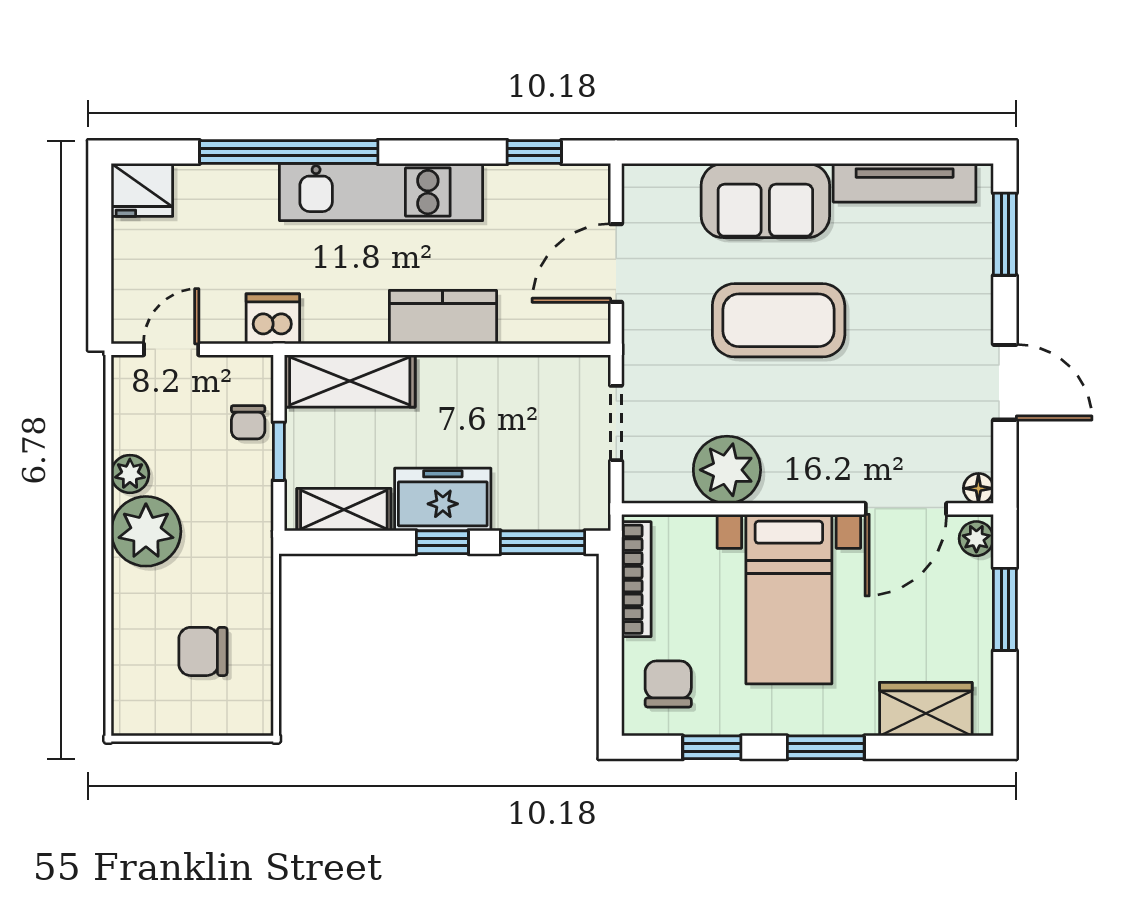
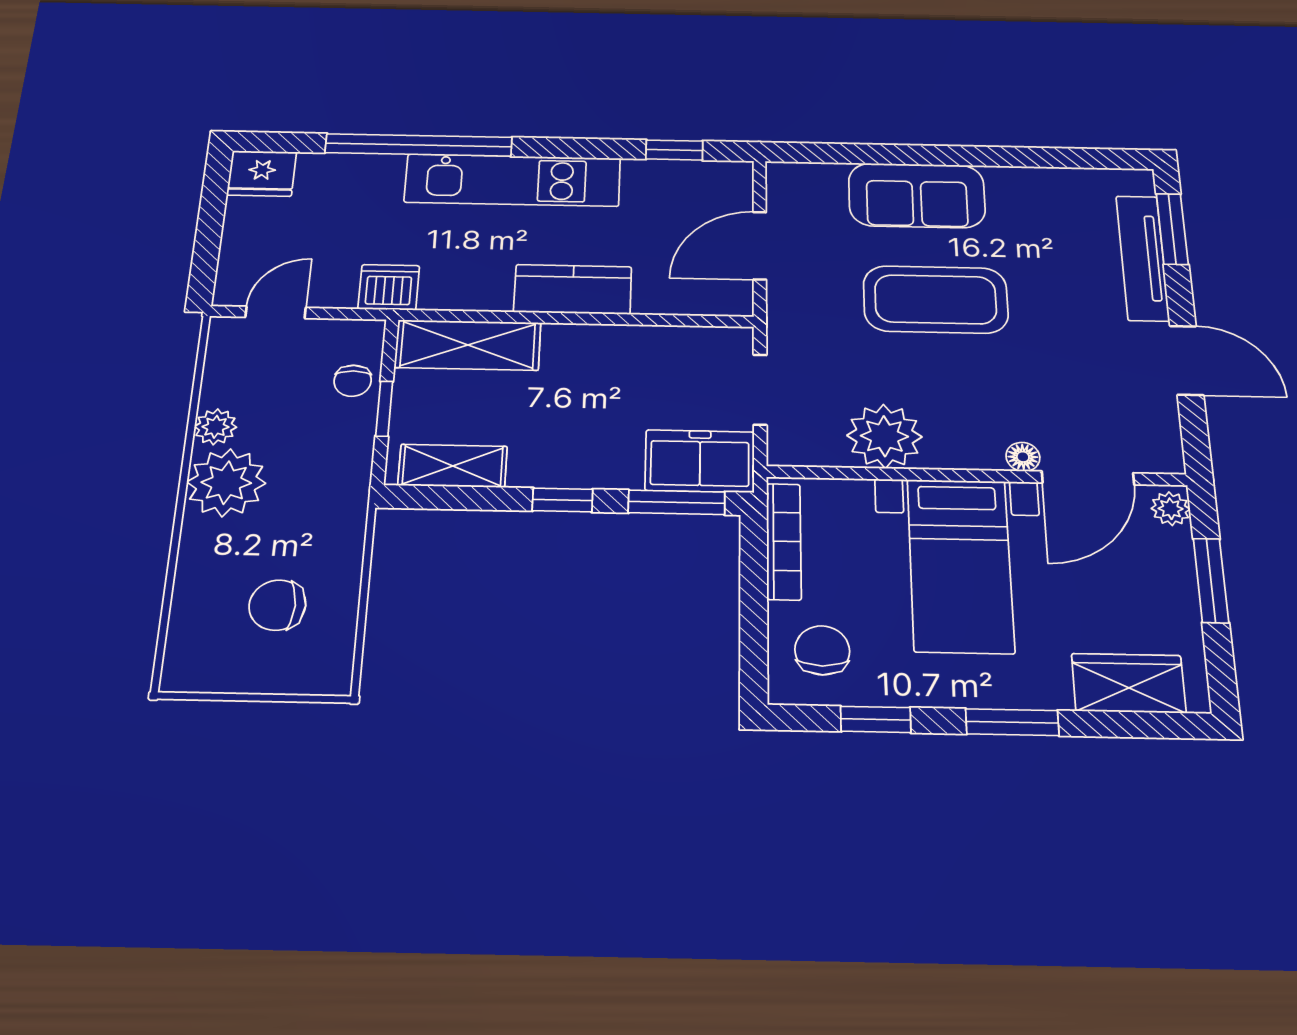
tv unit: (905, 183) -> (1143, 258), moved, turned 90
floor lamp: (978, 488) -> (1023, 457), moved
freezer: (443, 499) -> (700, 461), moved

